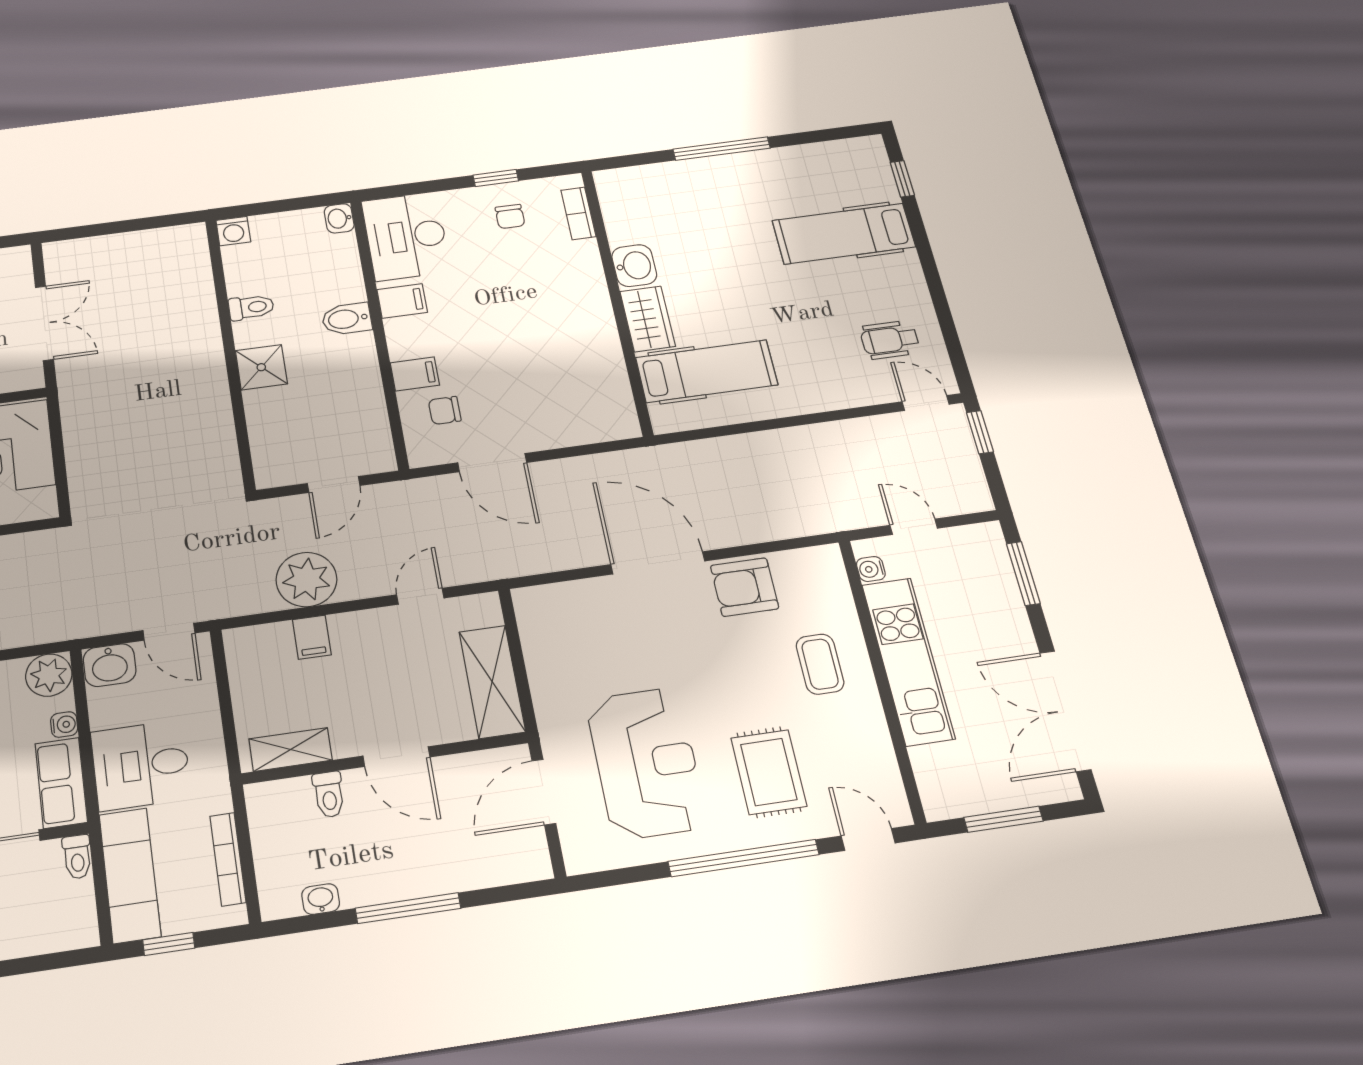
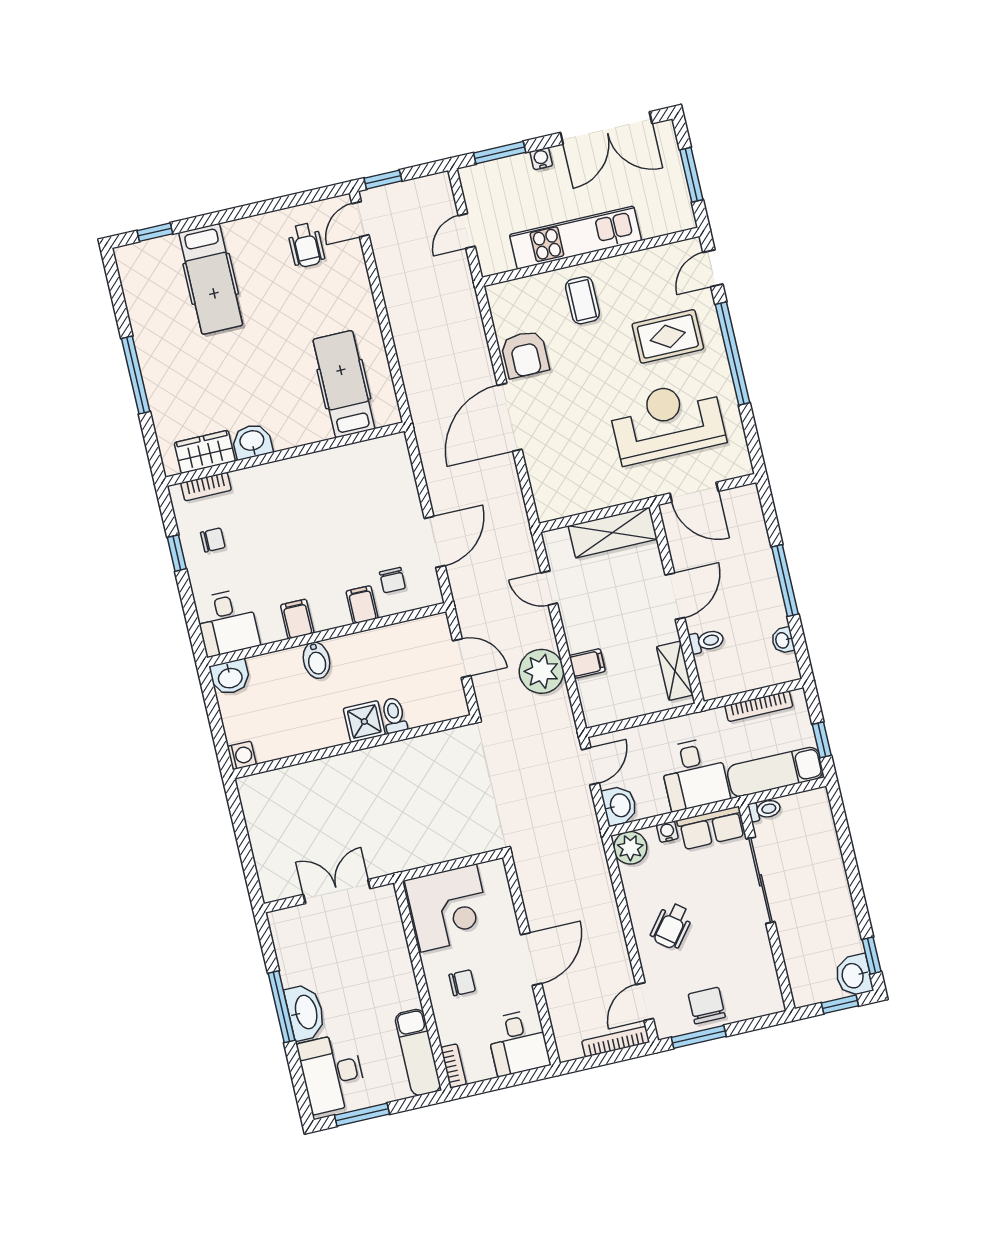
washbasin: (339, 218) -> (230, 677), width x1.38, depth x1.45
desk: (406, 236) -> (227, 622), width x0.73
toilet: (251, 307) -> (394, 715), moved
wardrobe: (648, 319) -> (205, 452), moved
water cooler: (871, 569) -> (541, 159), moved, turned 180
coffee table: (820, 664) -> (582, 300), turned 90

